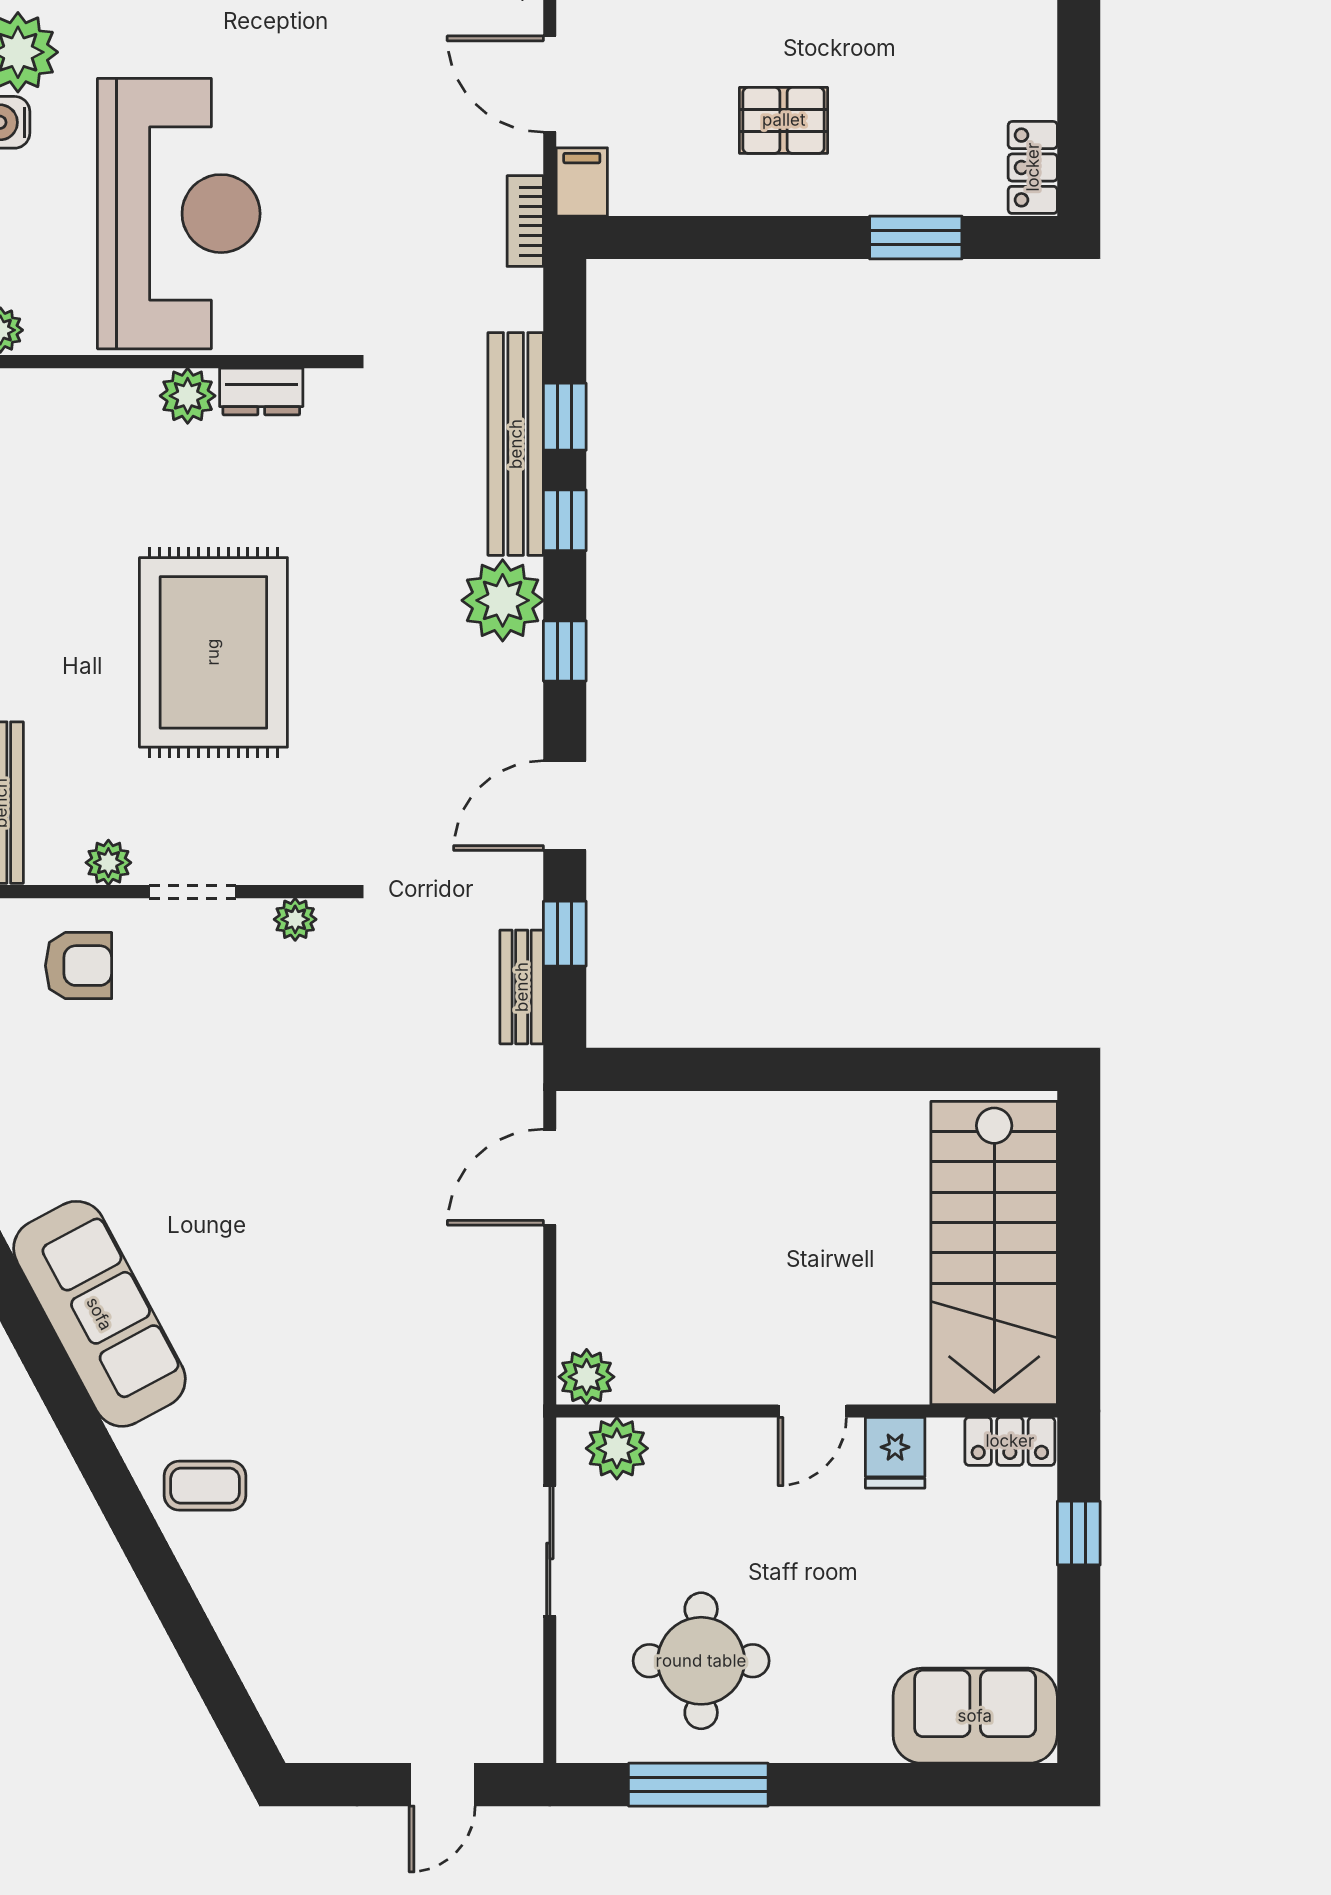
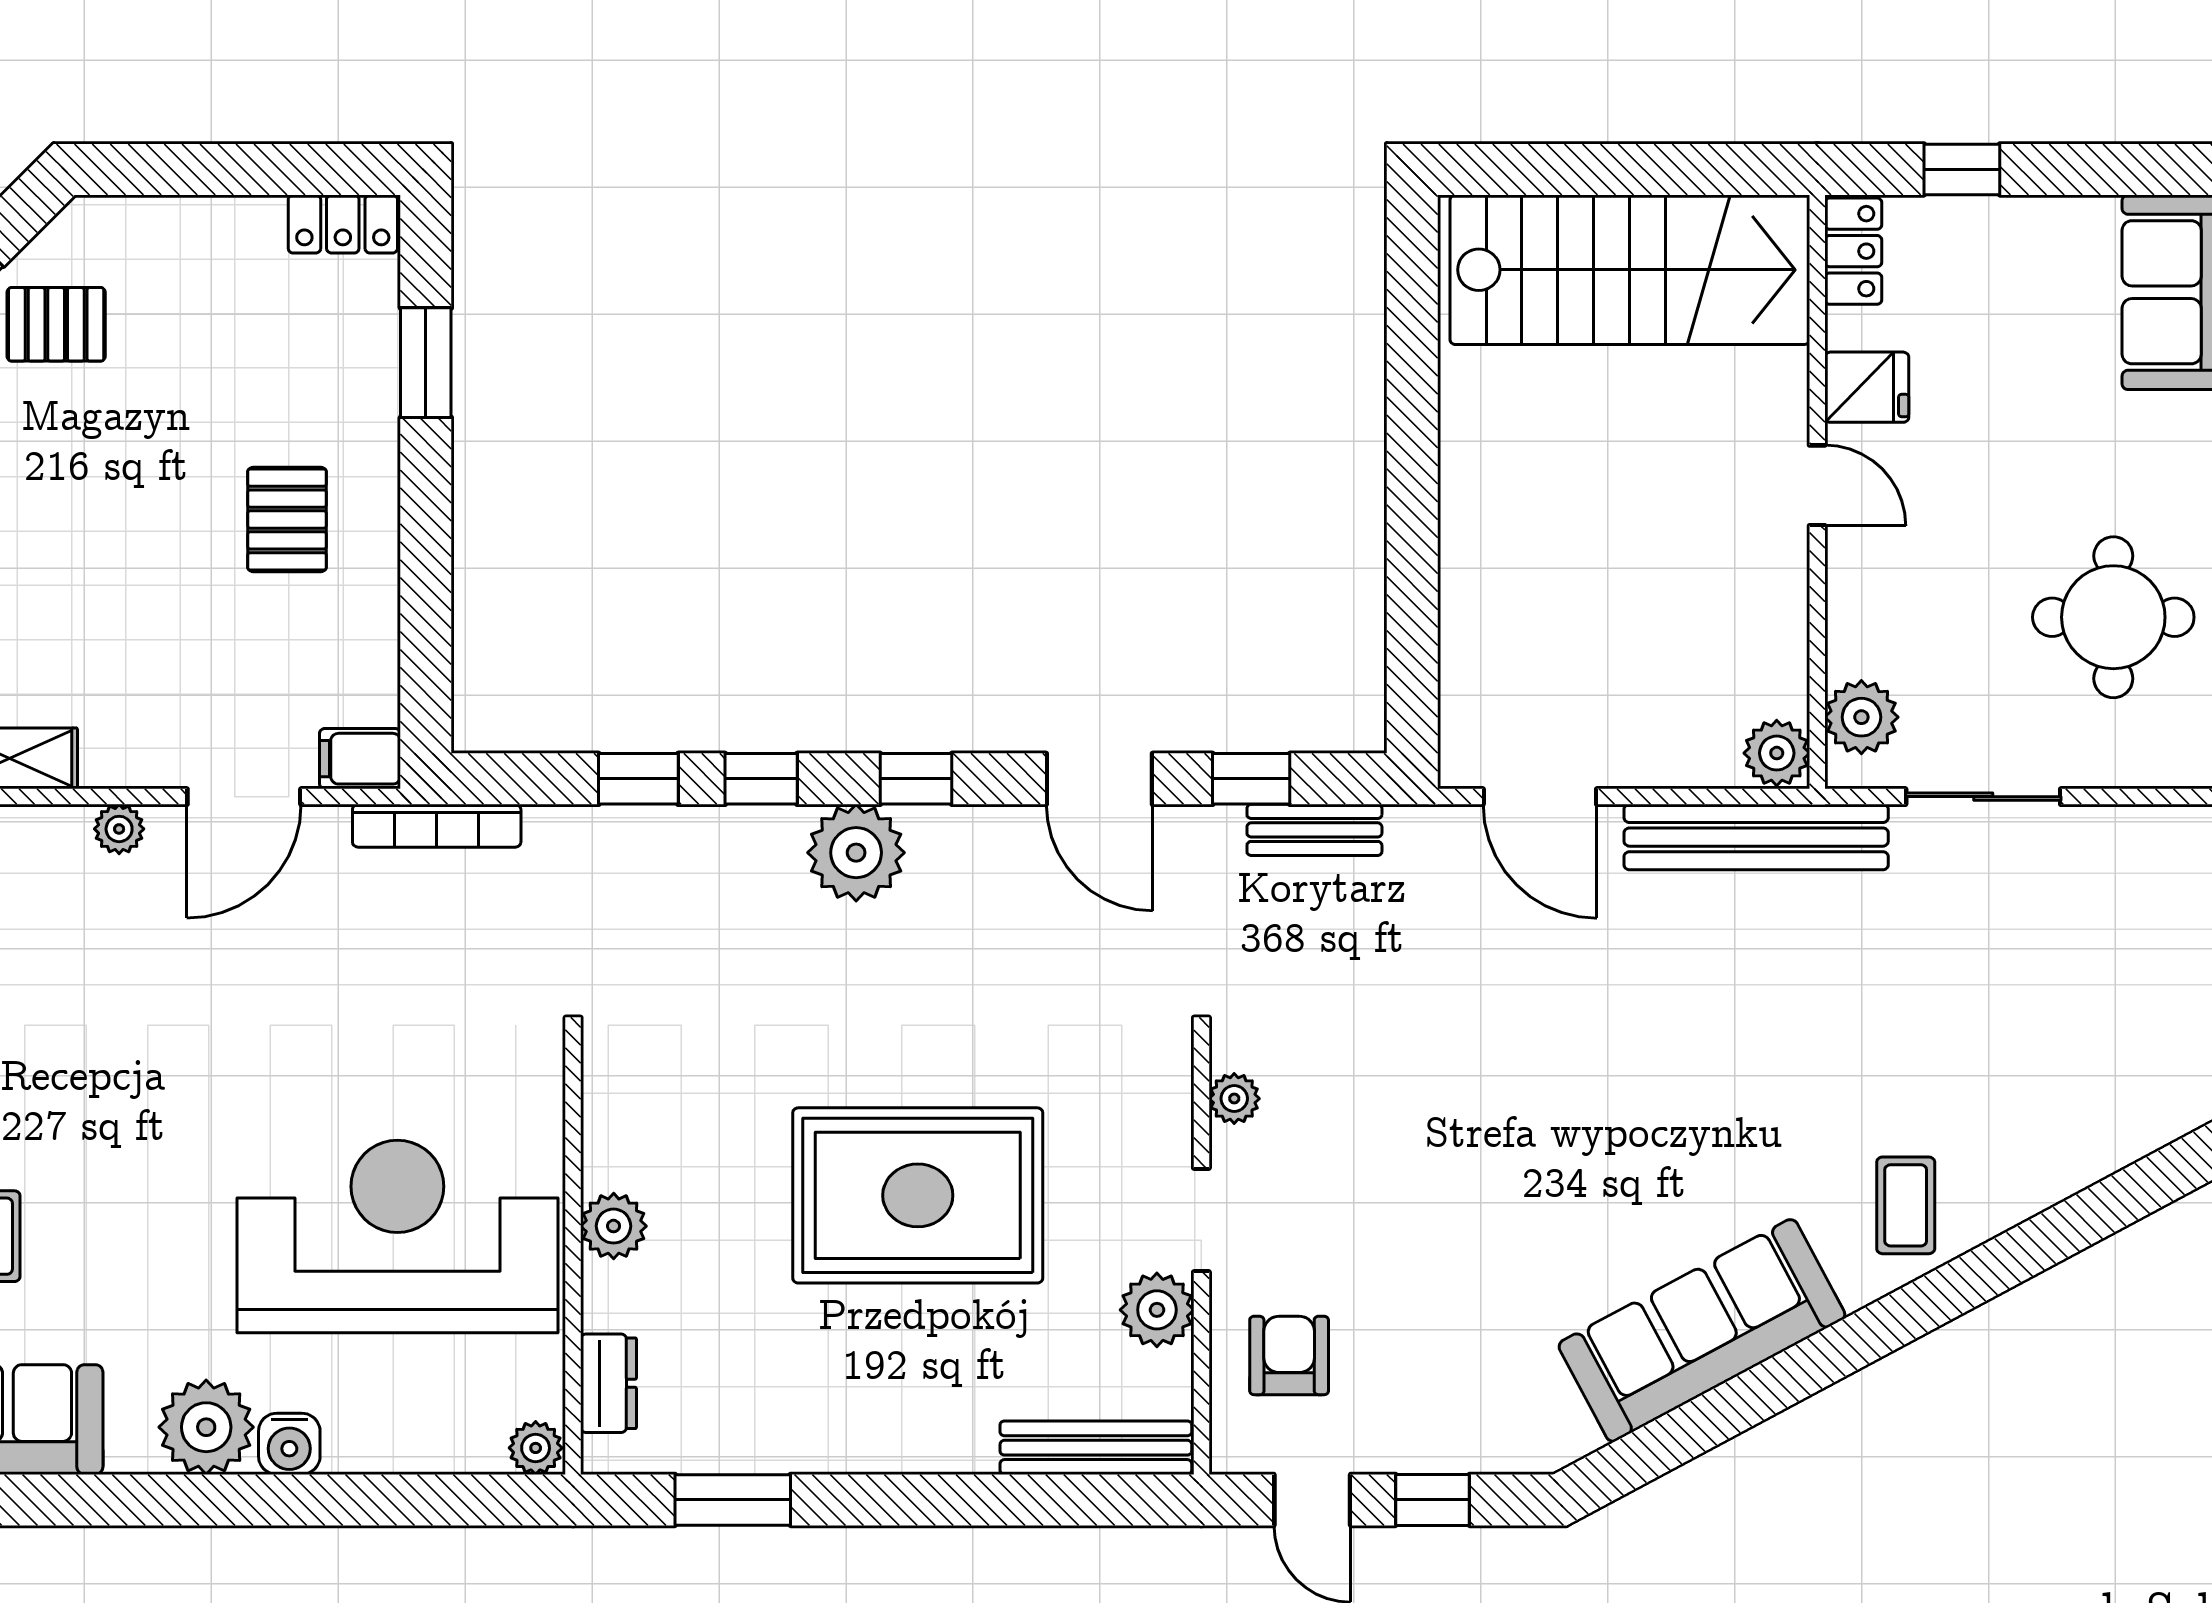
bookcase: (525, 221) -> (437, 826), width x1.56
dresser: (261, 392) -> (608, 1383), moved
bench: (516, 444) -> (1756, 837), moved
plant: (108, 863) -> (1157, 1310), width x1.38, depth x1.38

